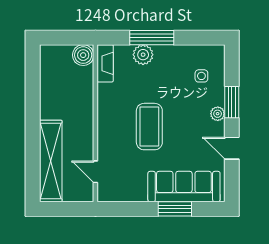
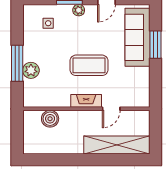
boiler: (83, 55) -> (50, 119), moved
fireplace: (105, 63) -> (86, 101), moved
door: (95, 172) -> (111, 109), moved

